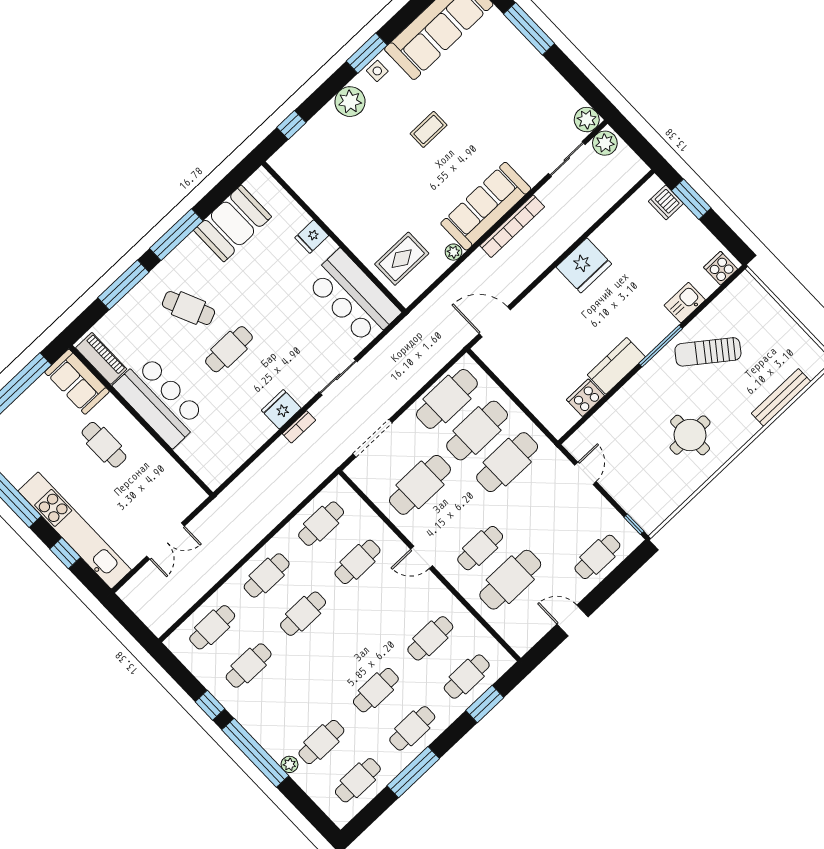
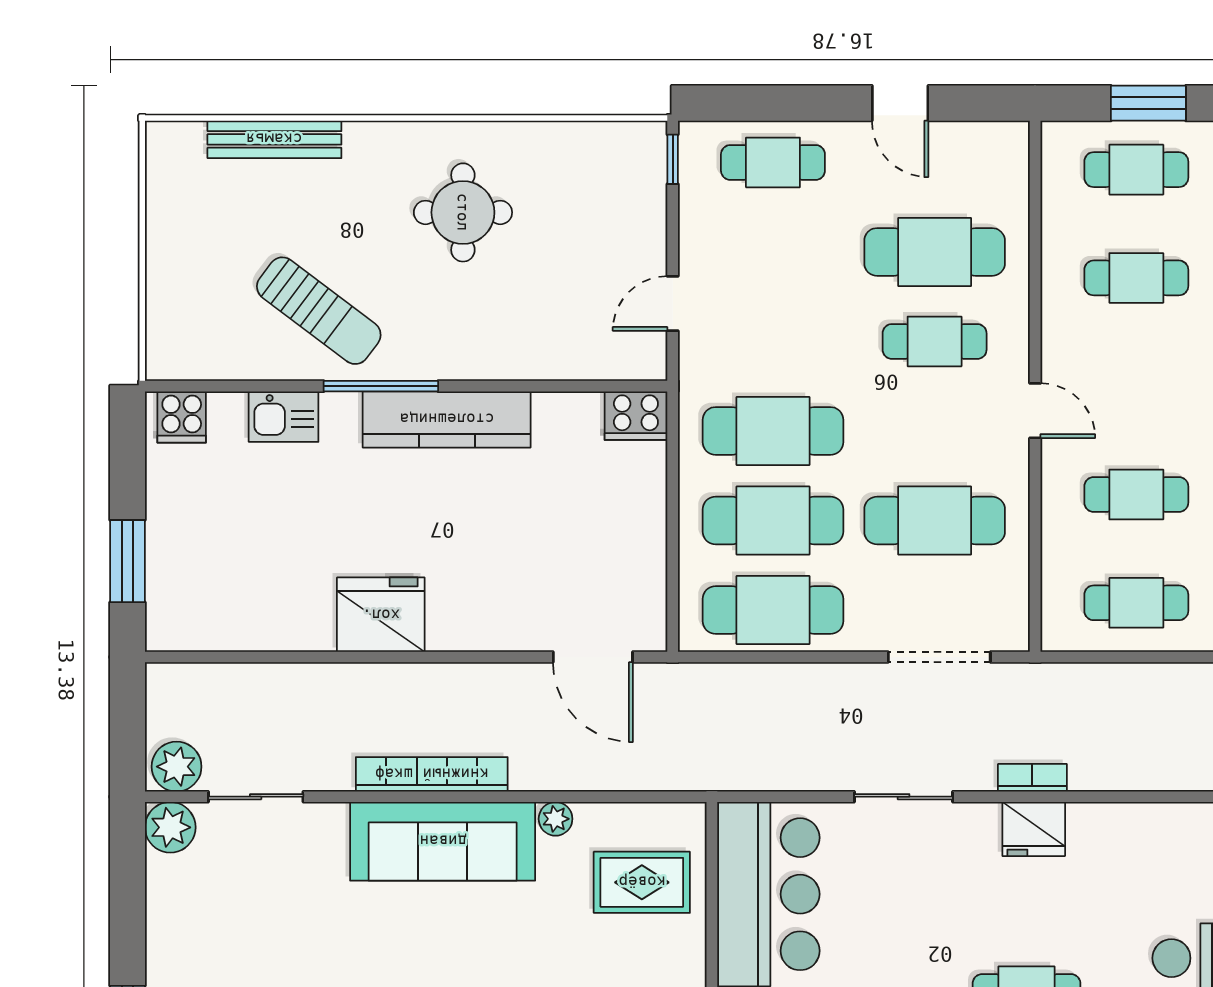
dishwasher: (666, 202) -> (170, 592), removed
kitchen counter: (616, 366) -> (447, 419), width x1.50
cooker: (585, 398) -> (636, 416), moved

